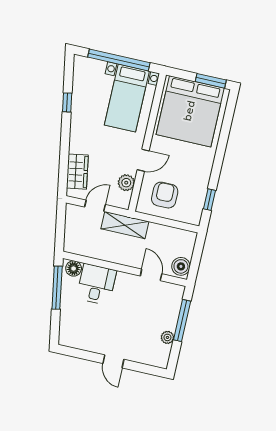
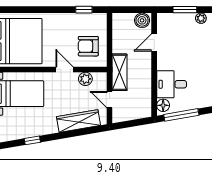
wardrobe: (77, 172) -> (79, 121), width x1.50
window: (182, 320) -> (185, 10), width x0.69

